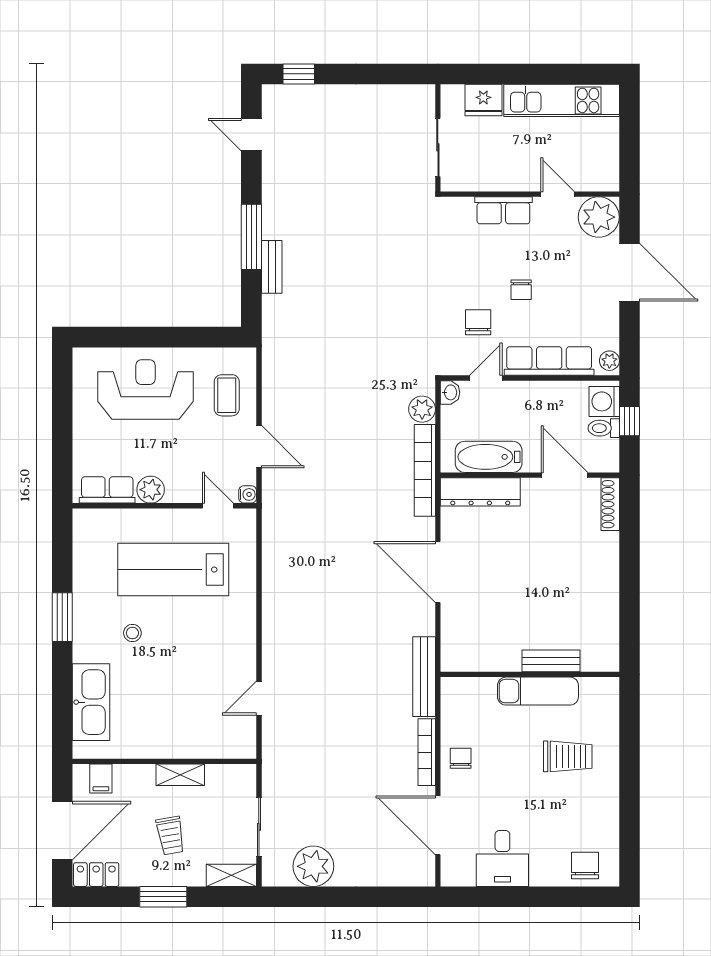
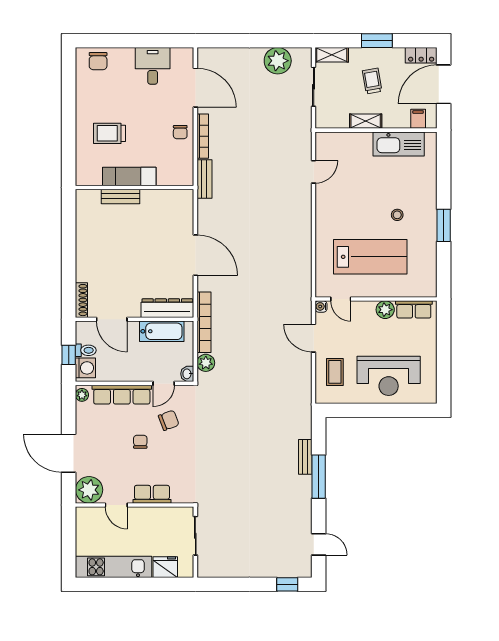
chair: (478, 322) -> (169, 420), turned -111
bench: (424, 677) -> (204, 179), width x0.73
kitchen sink: (91, 702) -> (399, 144), moved, turned -90

